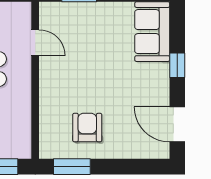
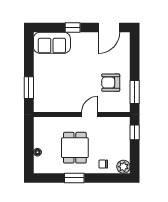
door: (35, 43) -> (90, 114), moved

